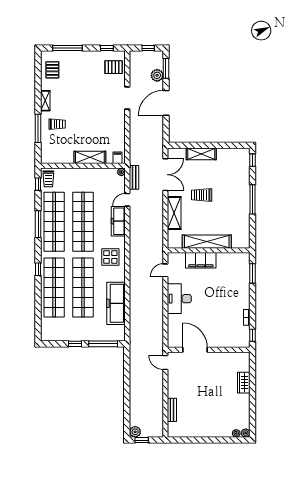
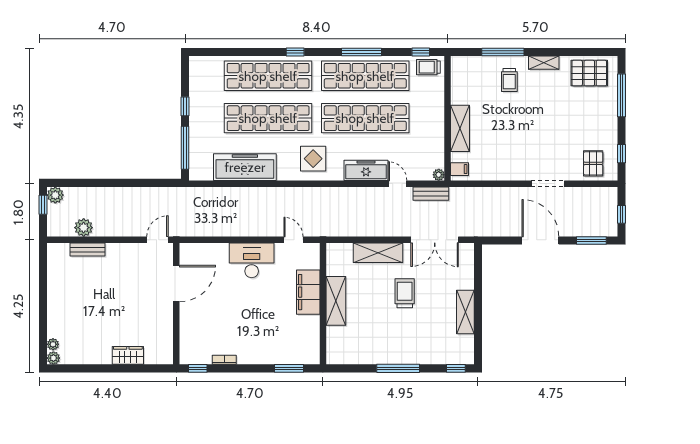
pallet: (52, 70) -> (589, 73), width x1.50, depth x1.42
plant: (157, 75) -> (84, 228), moved
shelving: (201, 154) -> (465, 312), moved
shelving: (207, 242) -> (336, 301), width x0.68

